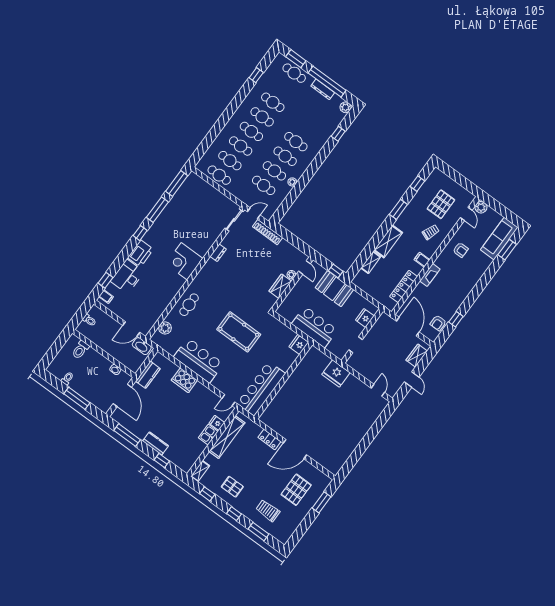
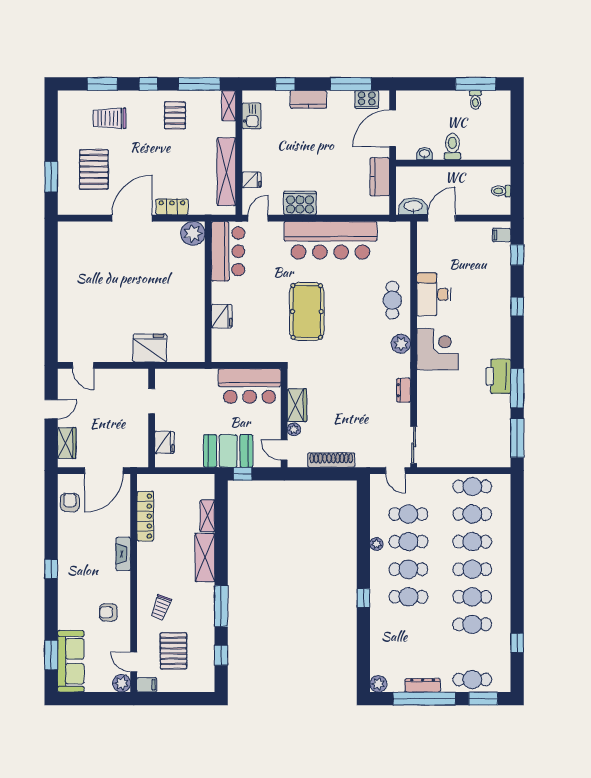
window: (338, 134) -> (363, 598), moved
window: (398, 209) -> (221, 606), width x1.44
door: (254, 213) -> (395, 471), hinge flipped
shoe rack: (268, 232) -> (331, 460), moved
window: (140, 233) -> (517, 307), moved
printer: (140, 253) -> (498, 376), moved
filing cabinet: (422, 260) -> (147, 685), moved
desk: (127, 276) -> (434, 294), moved, turned 180
window: (456, 319) -> (51, 569), moved
bar counter: (315, 327) -> (250, 386), moved
door: (408, 327) -> (104, 471), hinge flipped
plant: (165, 328) -> (401, 344), moved
pool table: (239, 332) -> (307, 312), turned 90
fridge: (299, 344) -> (222, 316), moved
toilet: (80, 350) -> (452, 147), moved
bar counter: (199, 360) -> (330, 240), width x1.36
door: (412, 379) -> (51, 409), swing flipped
cooker: (184, 380) -> (300, 203), moved
bar counter: (261, 389) -> (228, 251), width x0.73
door: (122, 395) -> (393, 129), hinge flipped
window: (77, 398) -> (476, 84), moved
plant: (269, 417) -> (193, 233), added
cooker: (125, 421) -> (367, 99), added
kitchen sink: (208, 435) -> (252, 116), moved
pallet: (232, 487) -> (175, 115), turned 90
window: (207, 494) -> (199, 84), width x2.17
trolley: (268, 511) -> (110, 118), turned 180

